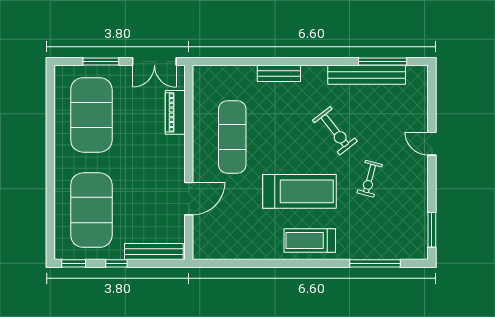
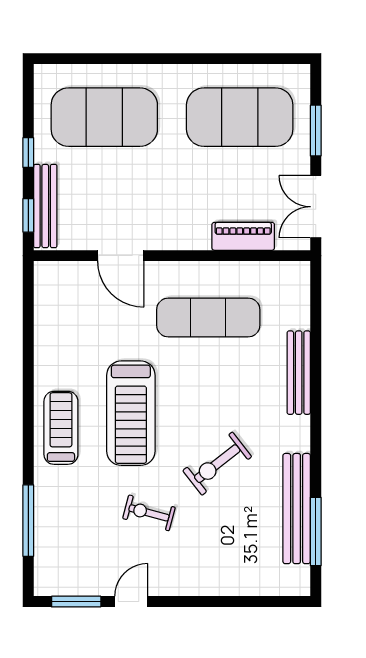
bench: (279, 73) -> (299, 373), width x1.36
door: (432, 144) -> (131, 602), moved
window: (74, 263) -> (28, 215), moved

